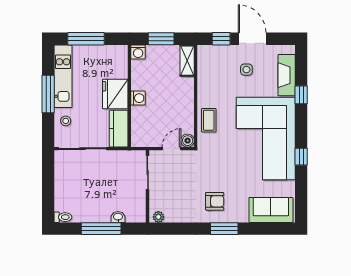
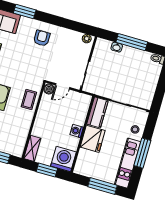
washing machine: (138, 52) -> (63, 159), width x1.89, depth x1.89
armchair: (215, 201) -> (42, 38), turned 90
window: (224, 229) -> (25, 11), moved

